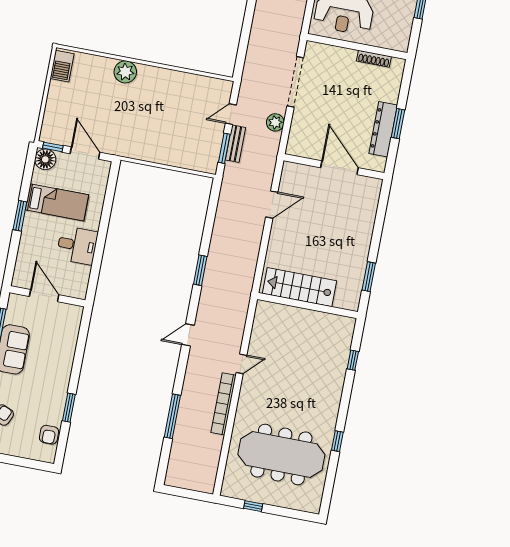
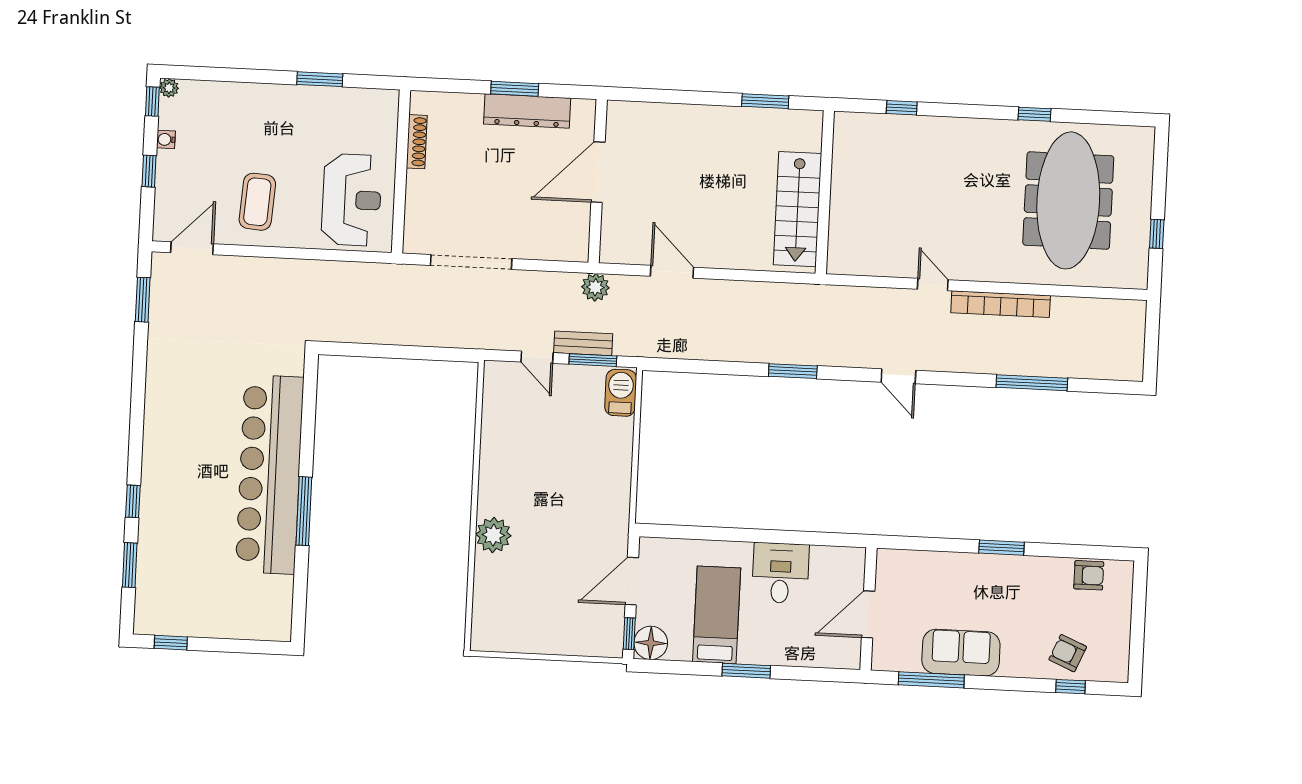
barbecue: (62, 66) -> (621, 393), moved, turned -90
plant: (275, 122) -> (595, 287), moved
window: (69, 408) -> (1001, 548), moved

